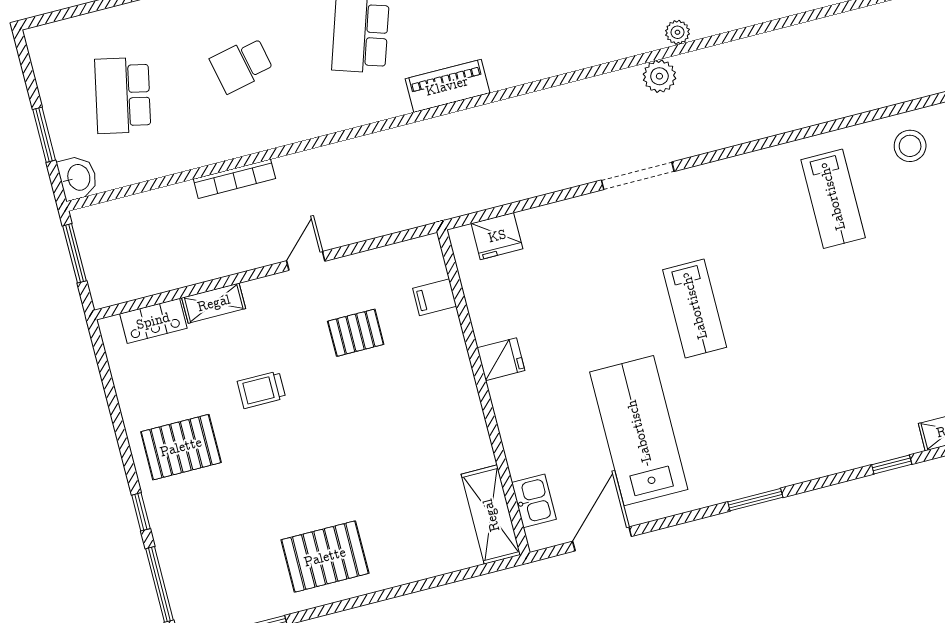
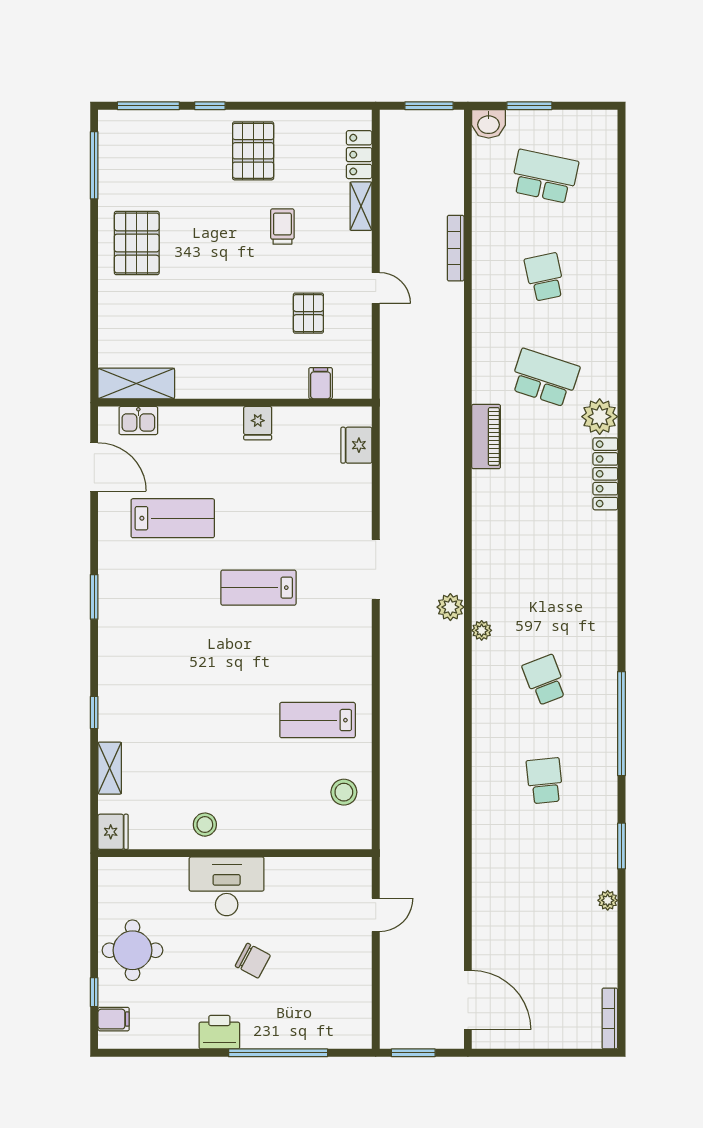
lab bench: (639, 431) -> (173, 518), width x0.73, depth x0.72

